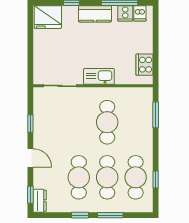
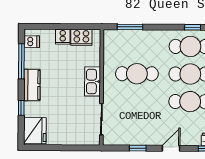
cooker: (125, 13) -> (63, 37), moved, turned 90

